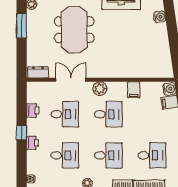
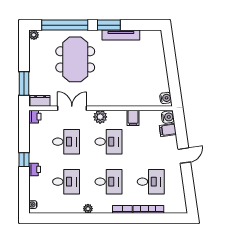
water cooler: (160, 17) -> (166, 98), moved
window: (22, 26) -> (24, 83), moved
printer: (33, 110) -> (35, 117), moved

